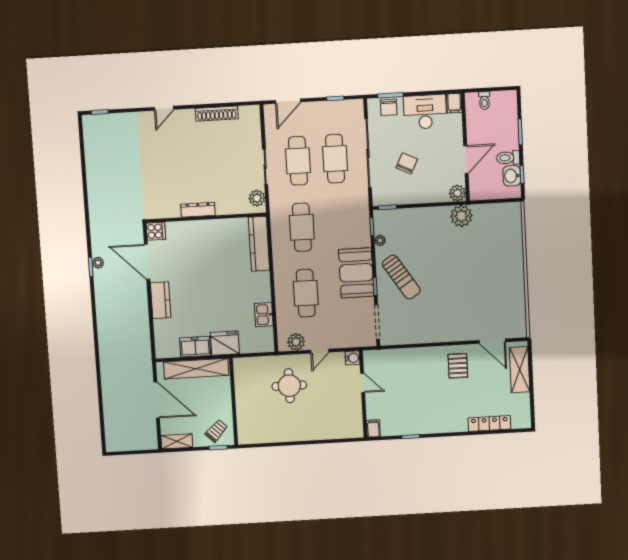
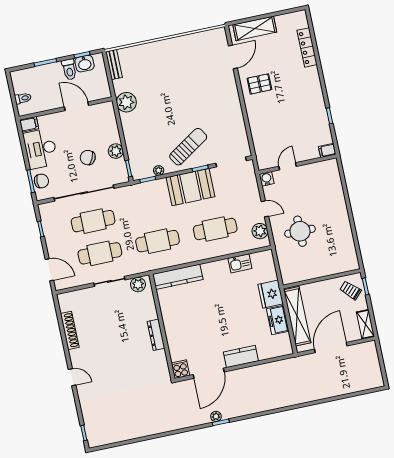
plant: (457, 193) -> (116, 151), moved
bench: (505, 209) -> (114, 64), added

